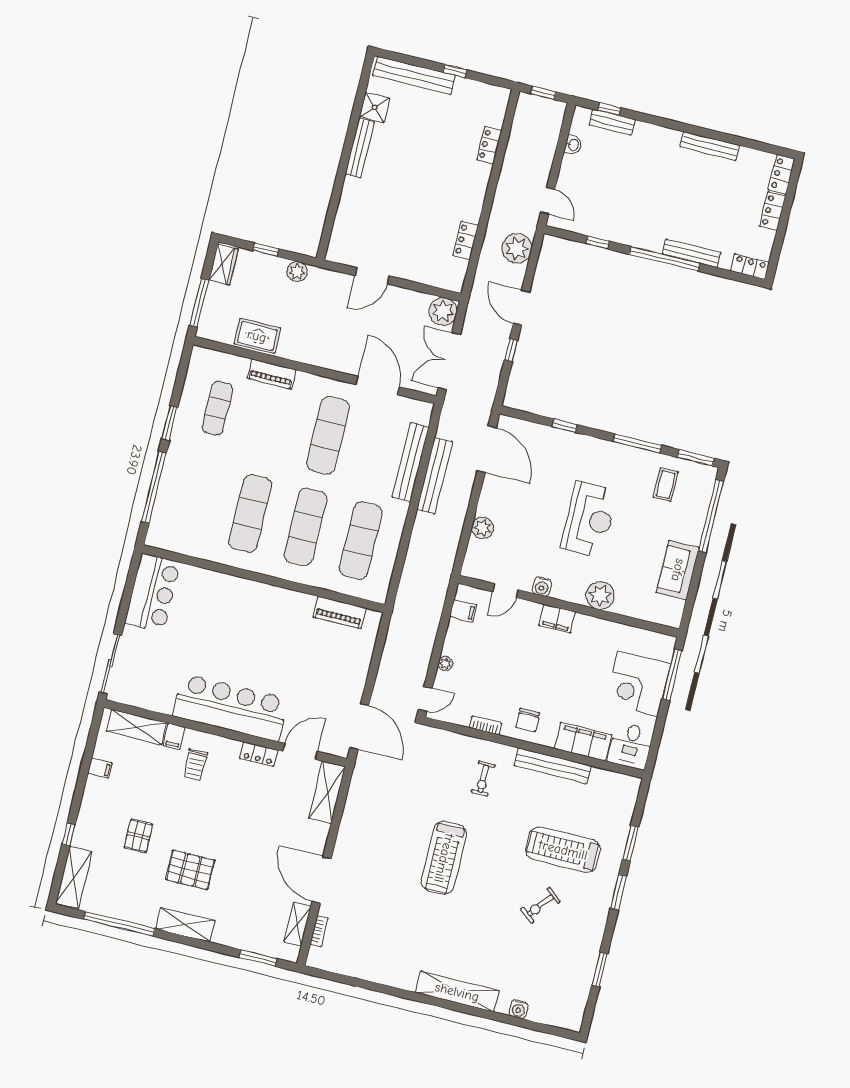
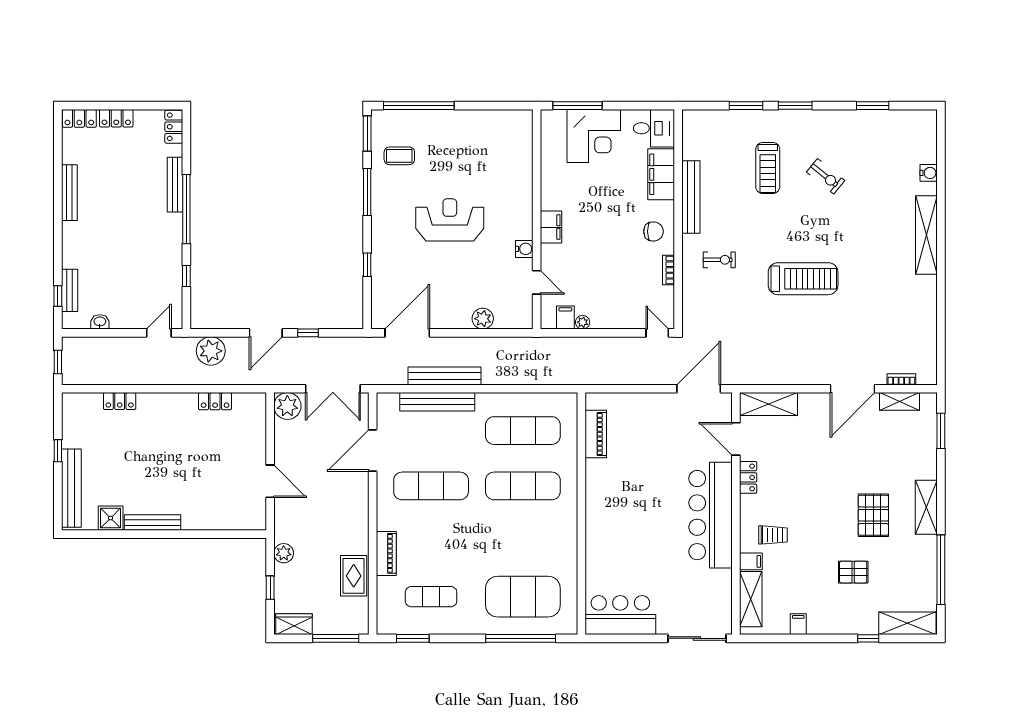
window: (170, 423) -> (413, 638), moved
exercise mat: (250, 513) -> (523, 597), moved, width x1.47
sofa: (678, 570) -> (477, 125), removed
plant: (600, 596) -> (519, 192), removed
plant: (445, 664) -> (583, 322), moved
treadmill: (563, 850) -> (768, 168), width x0.73, depth x0.73

